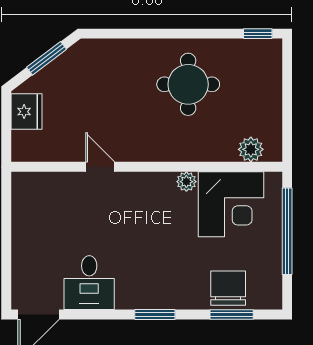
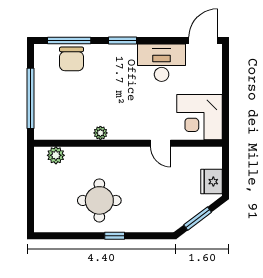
window: (258, 34) -> (115, 236), moved
corner desk: (231, 204) -> (200, 117), moved, turned -90
desk: (89, 283) -> (162, 63), width x1.37
window: (232, 314) -> (69, 41), width x1.44

